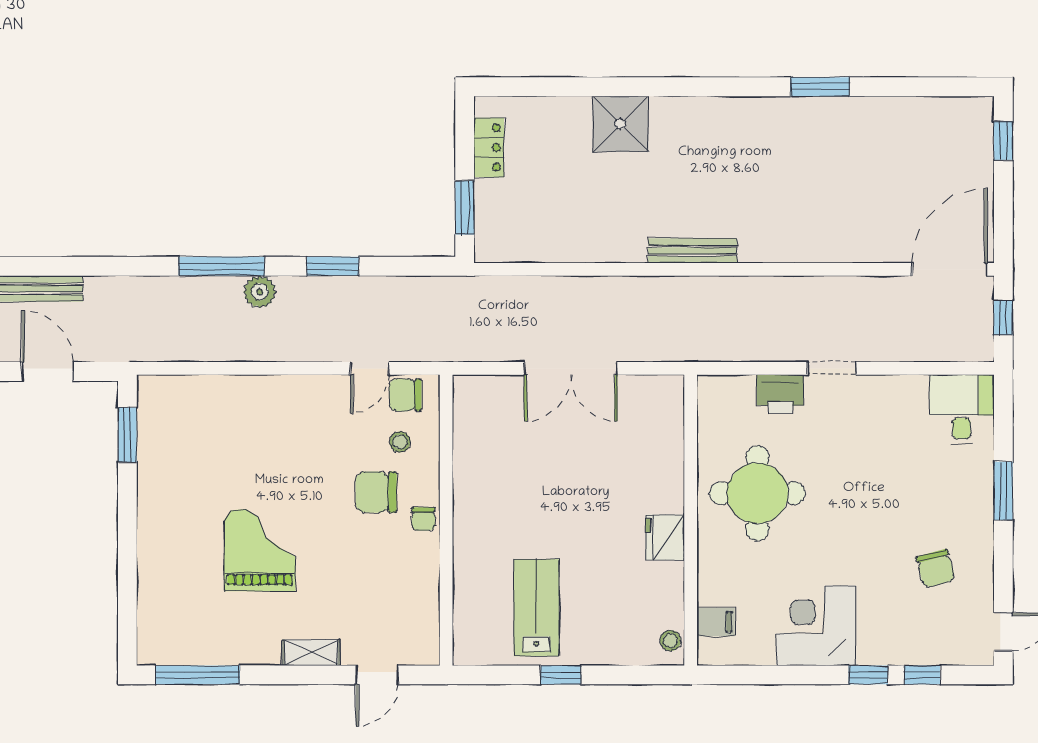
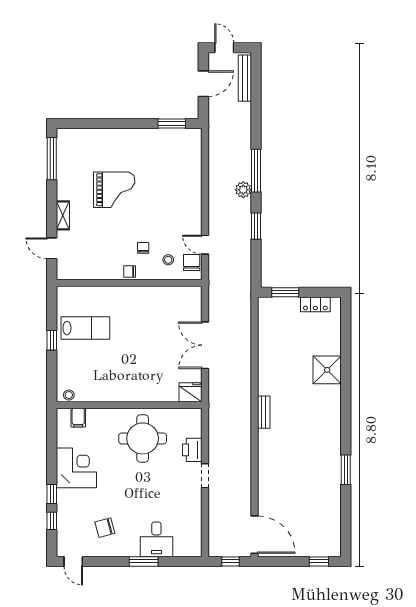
bench: (693, 251) -> (264, 412), width x0.73
desk: (962, 410) -> (156, 539), moved, turned 90
chair: (376, 492) -> (143, 248), width x0.54, depth x0.54
fridge: (665, 537) -> (191, 392), moved

